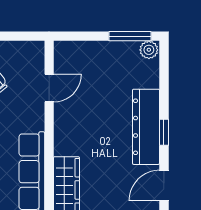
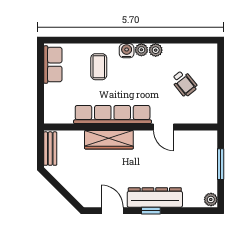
window: (130, 36) -> (221, 164), moved
door: (49, 88) -> (163, 127), moved

